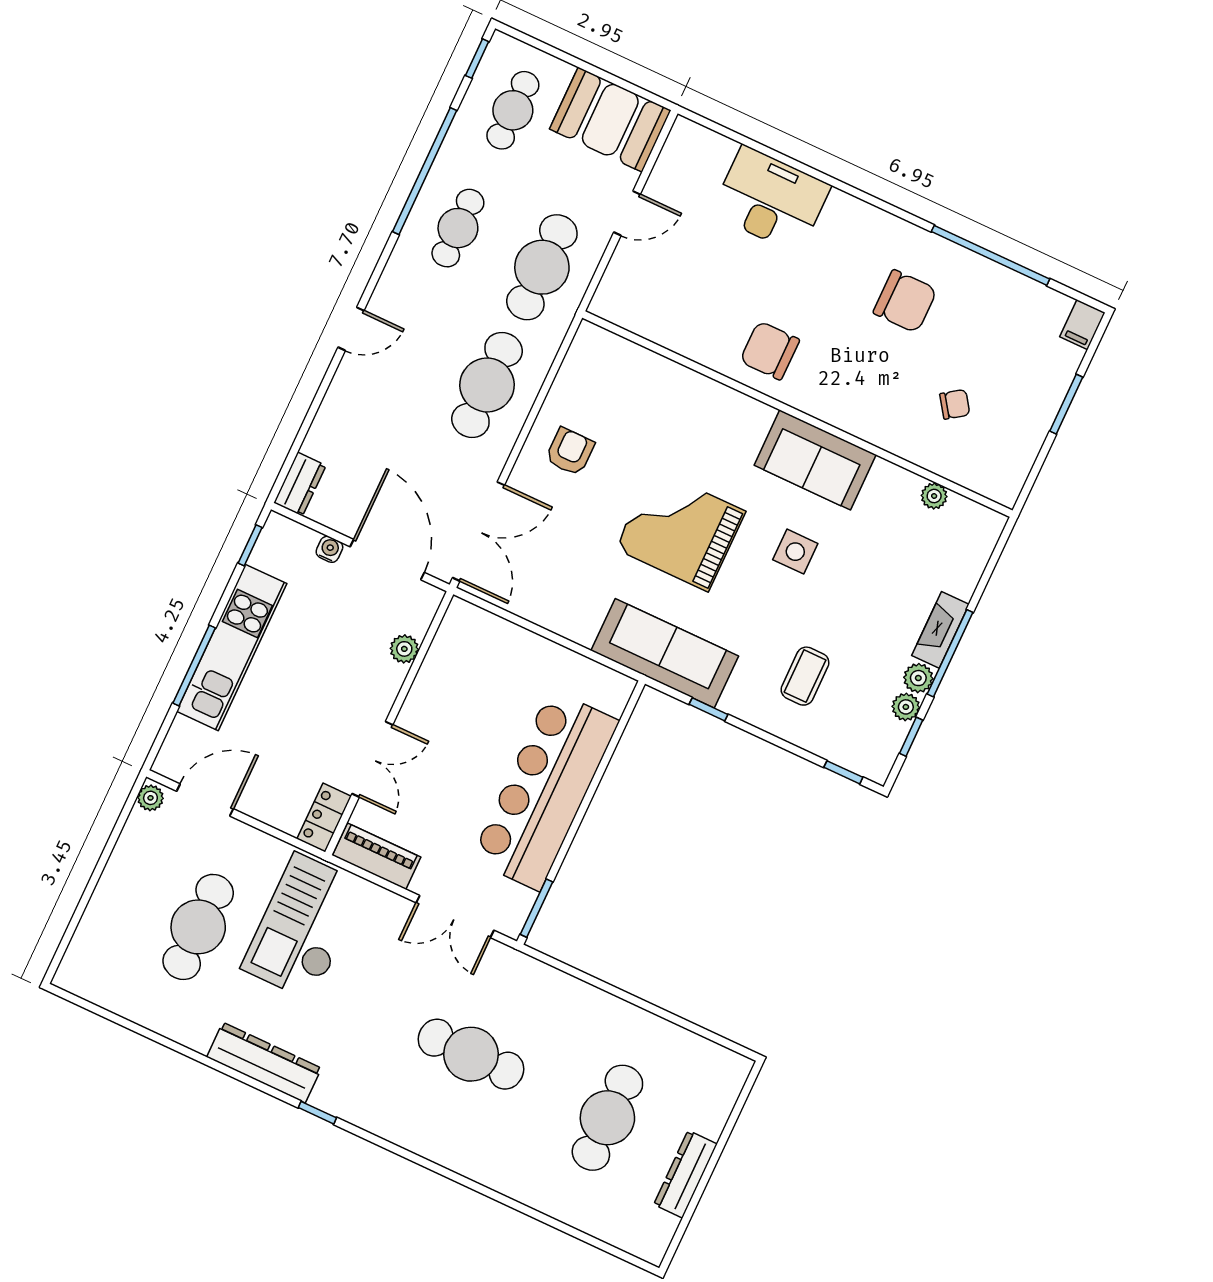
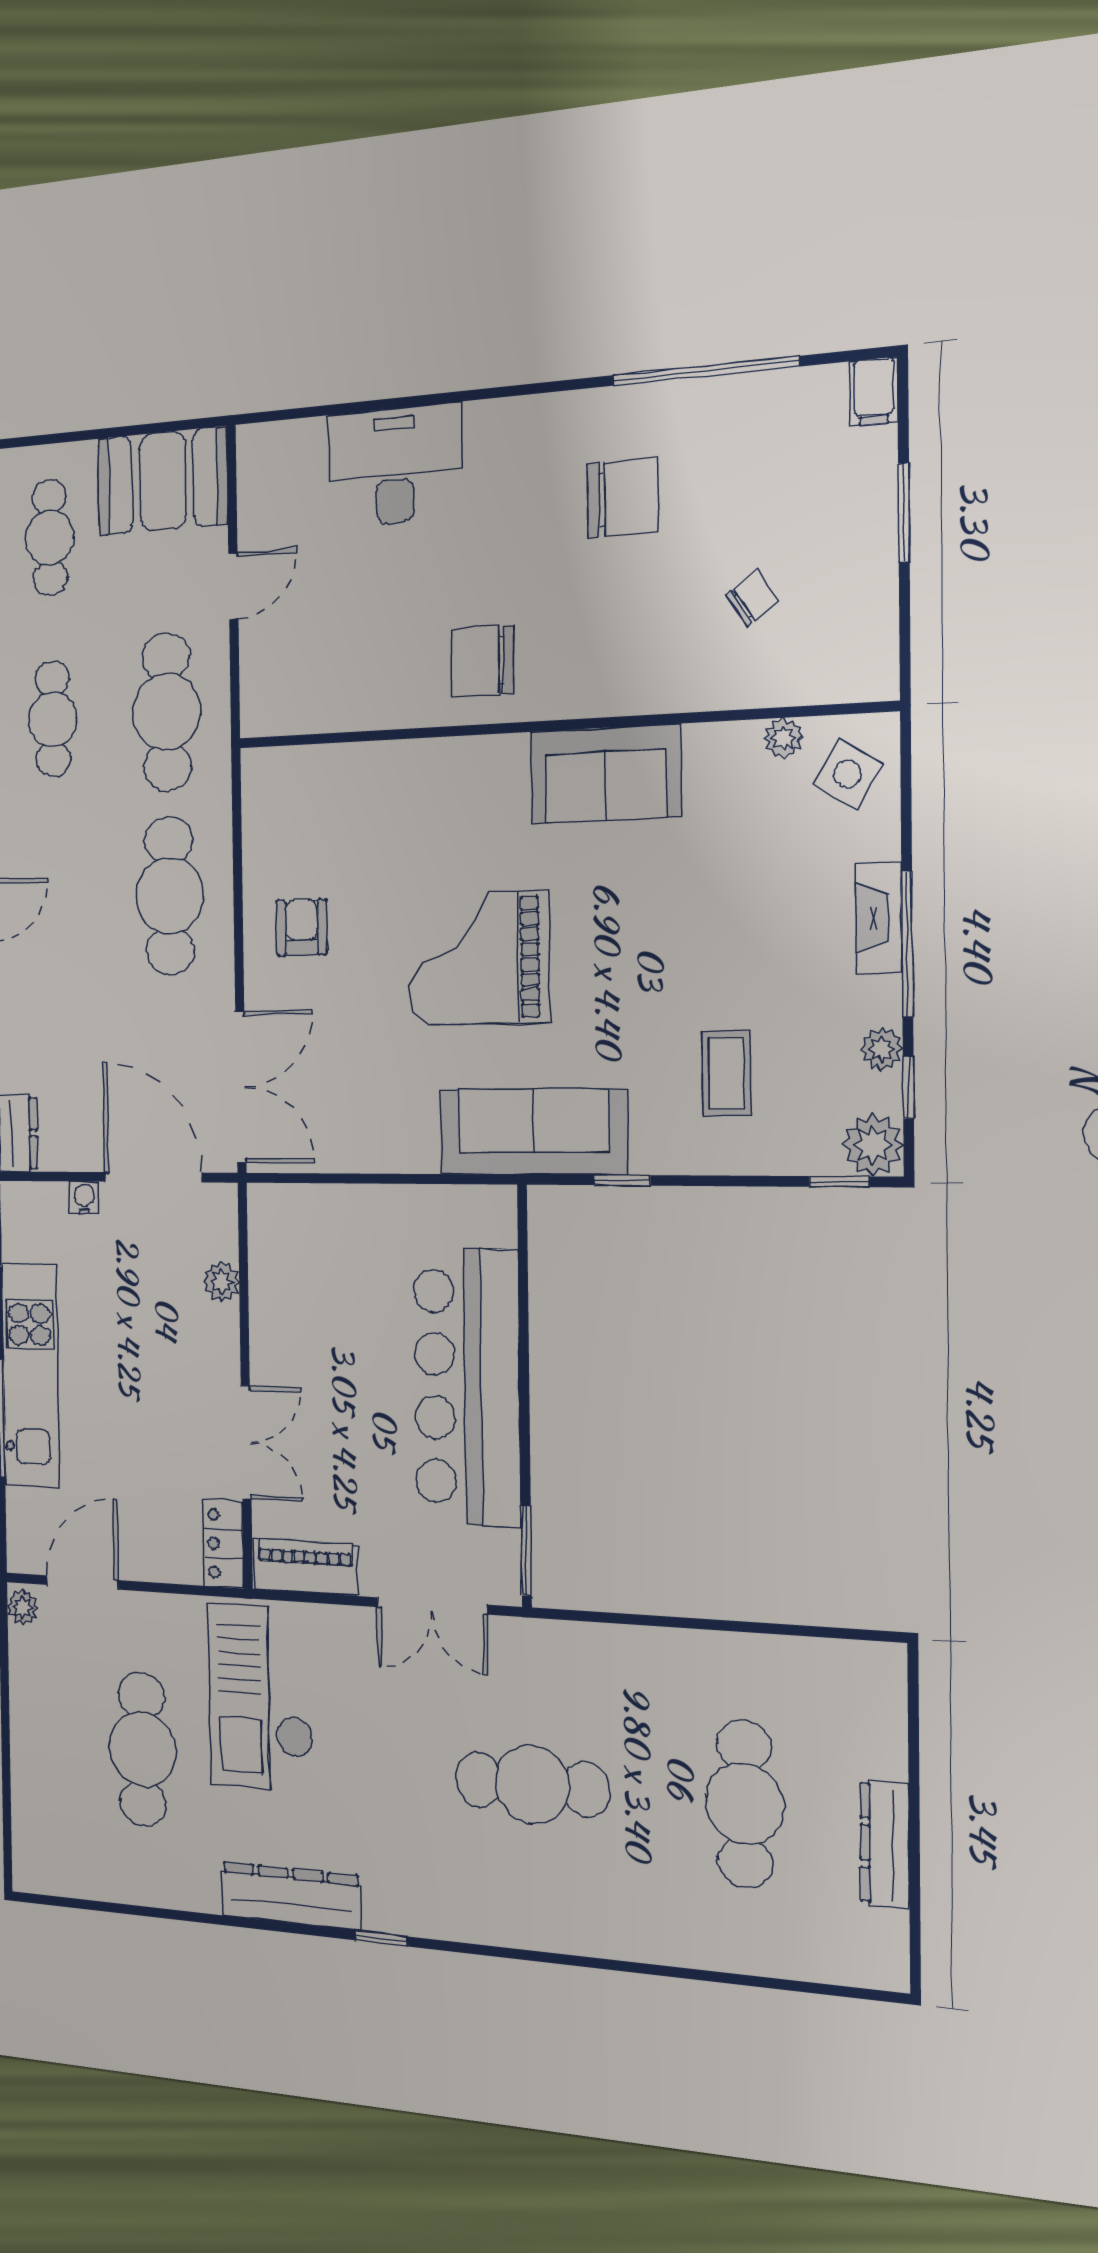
side table: (795, 552) -> (847, 774), moved, turned 32
plant: (918, 678) -> (873, 1145), moved, width x1.38, depth x1.38

